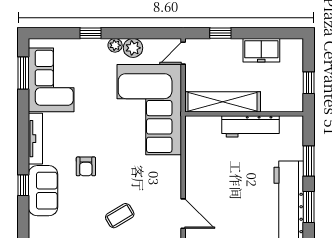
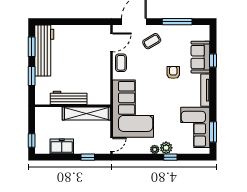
plant: (133, 48) -> (166, 148), moved
window: (309, 83) -> (32, 140), moved
coffee table: (168, 182) -> (121, 63), added
door: (183, 214) -> (111, 42), swing flipped

